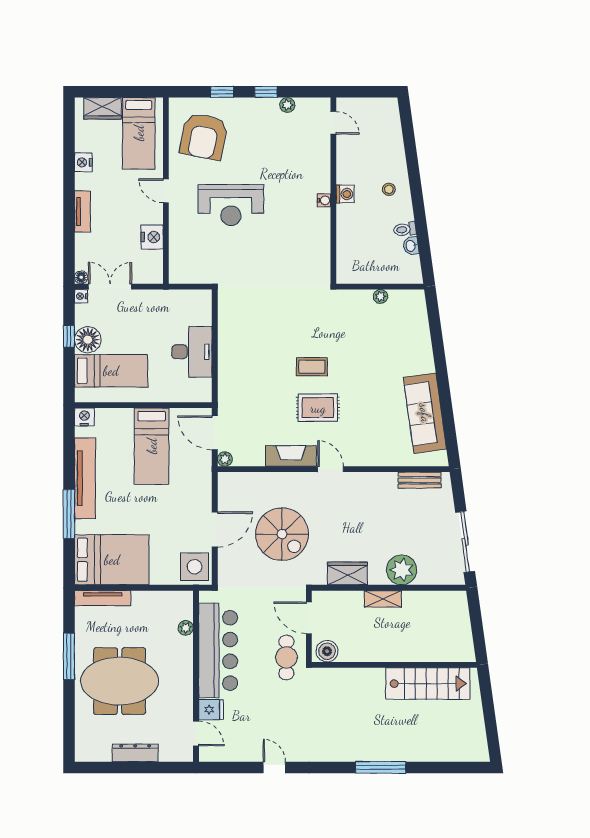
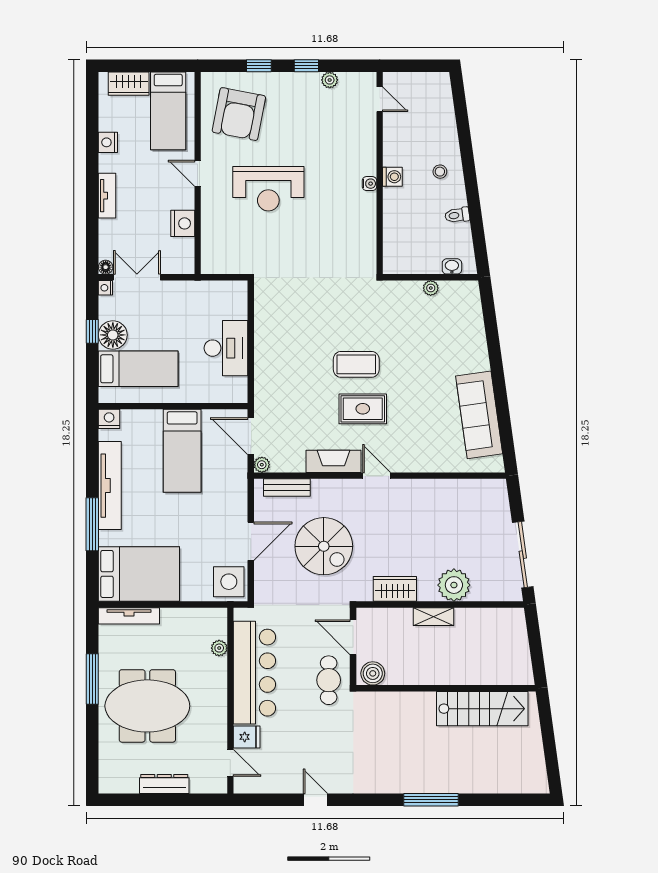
washbasin: (411, 246) -> (452, 266), moved, turned 98
coffee table: (312, 367) -> (356, 364), width x1.36, depth x1.30
bench: (419, 480) -> (287, 488), moved

